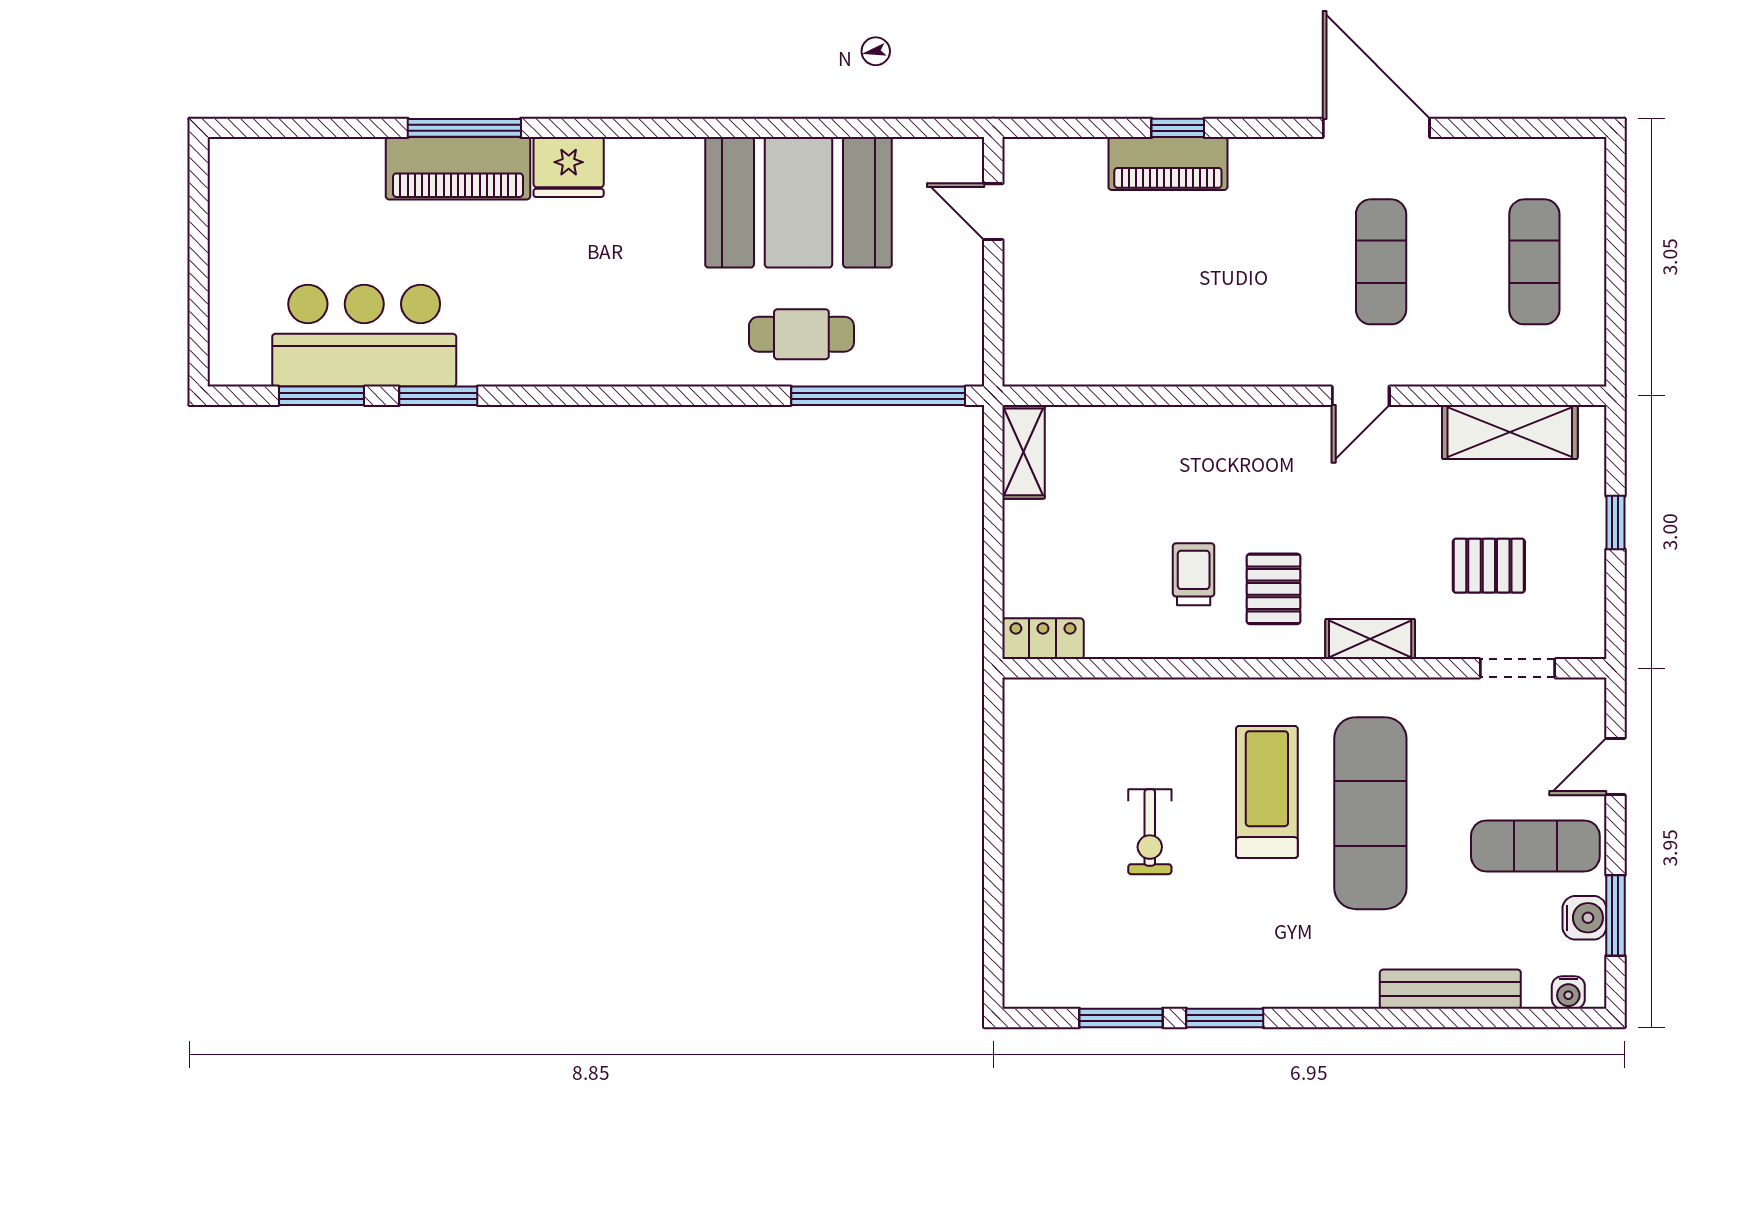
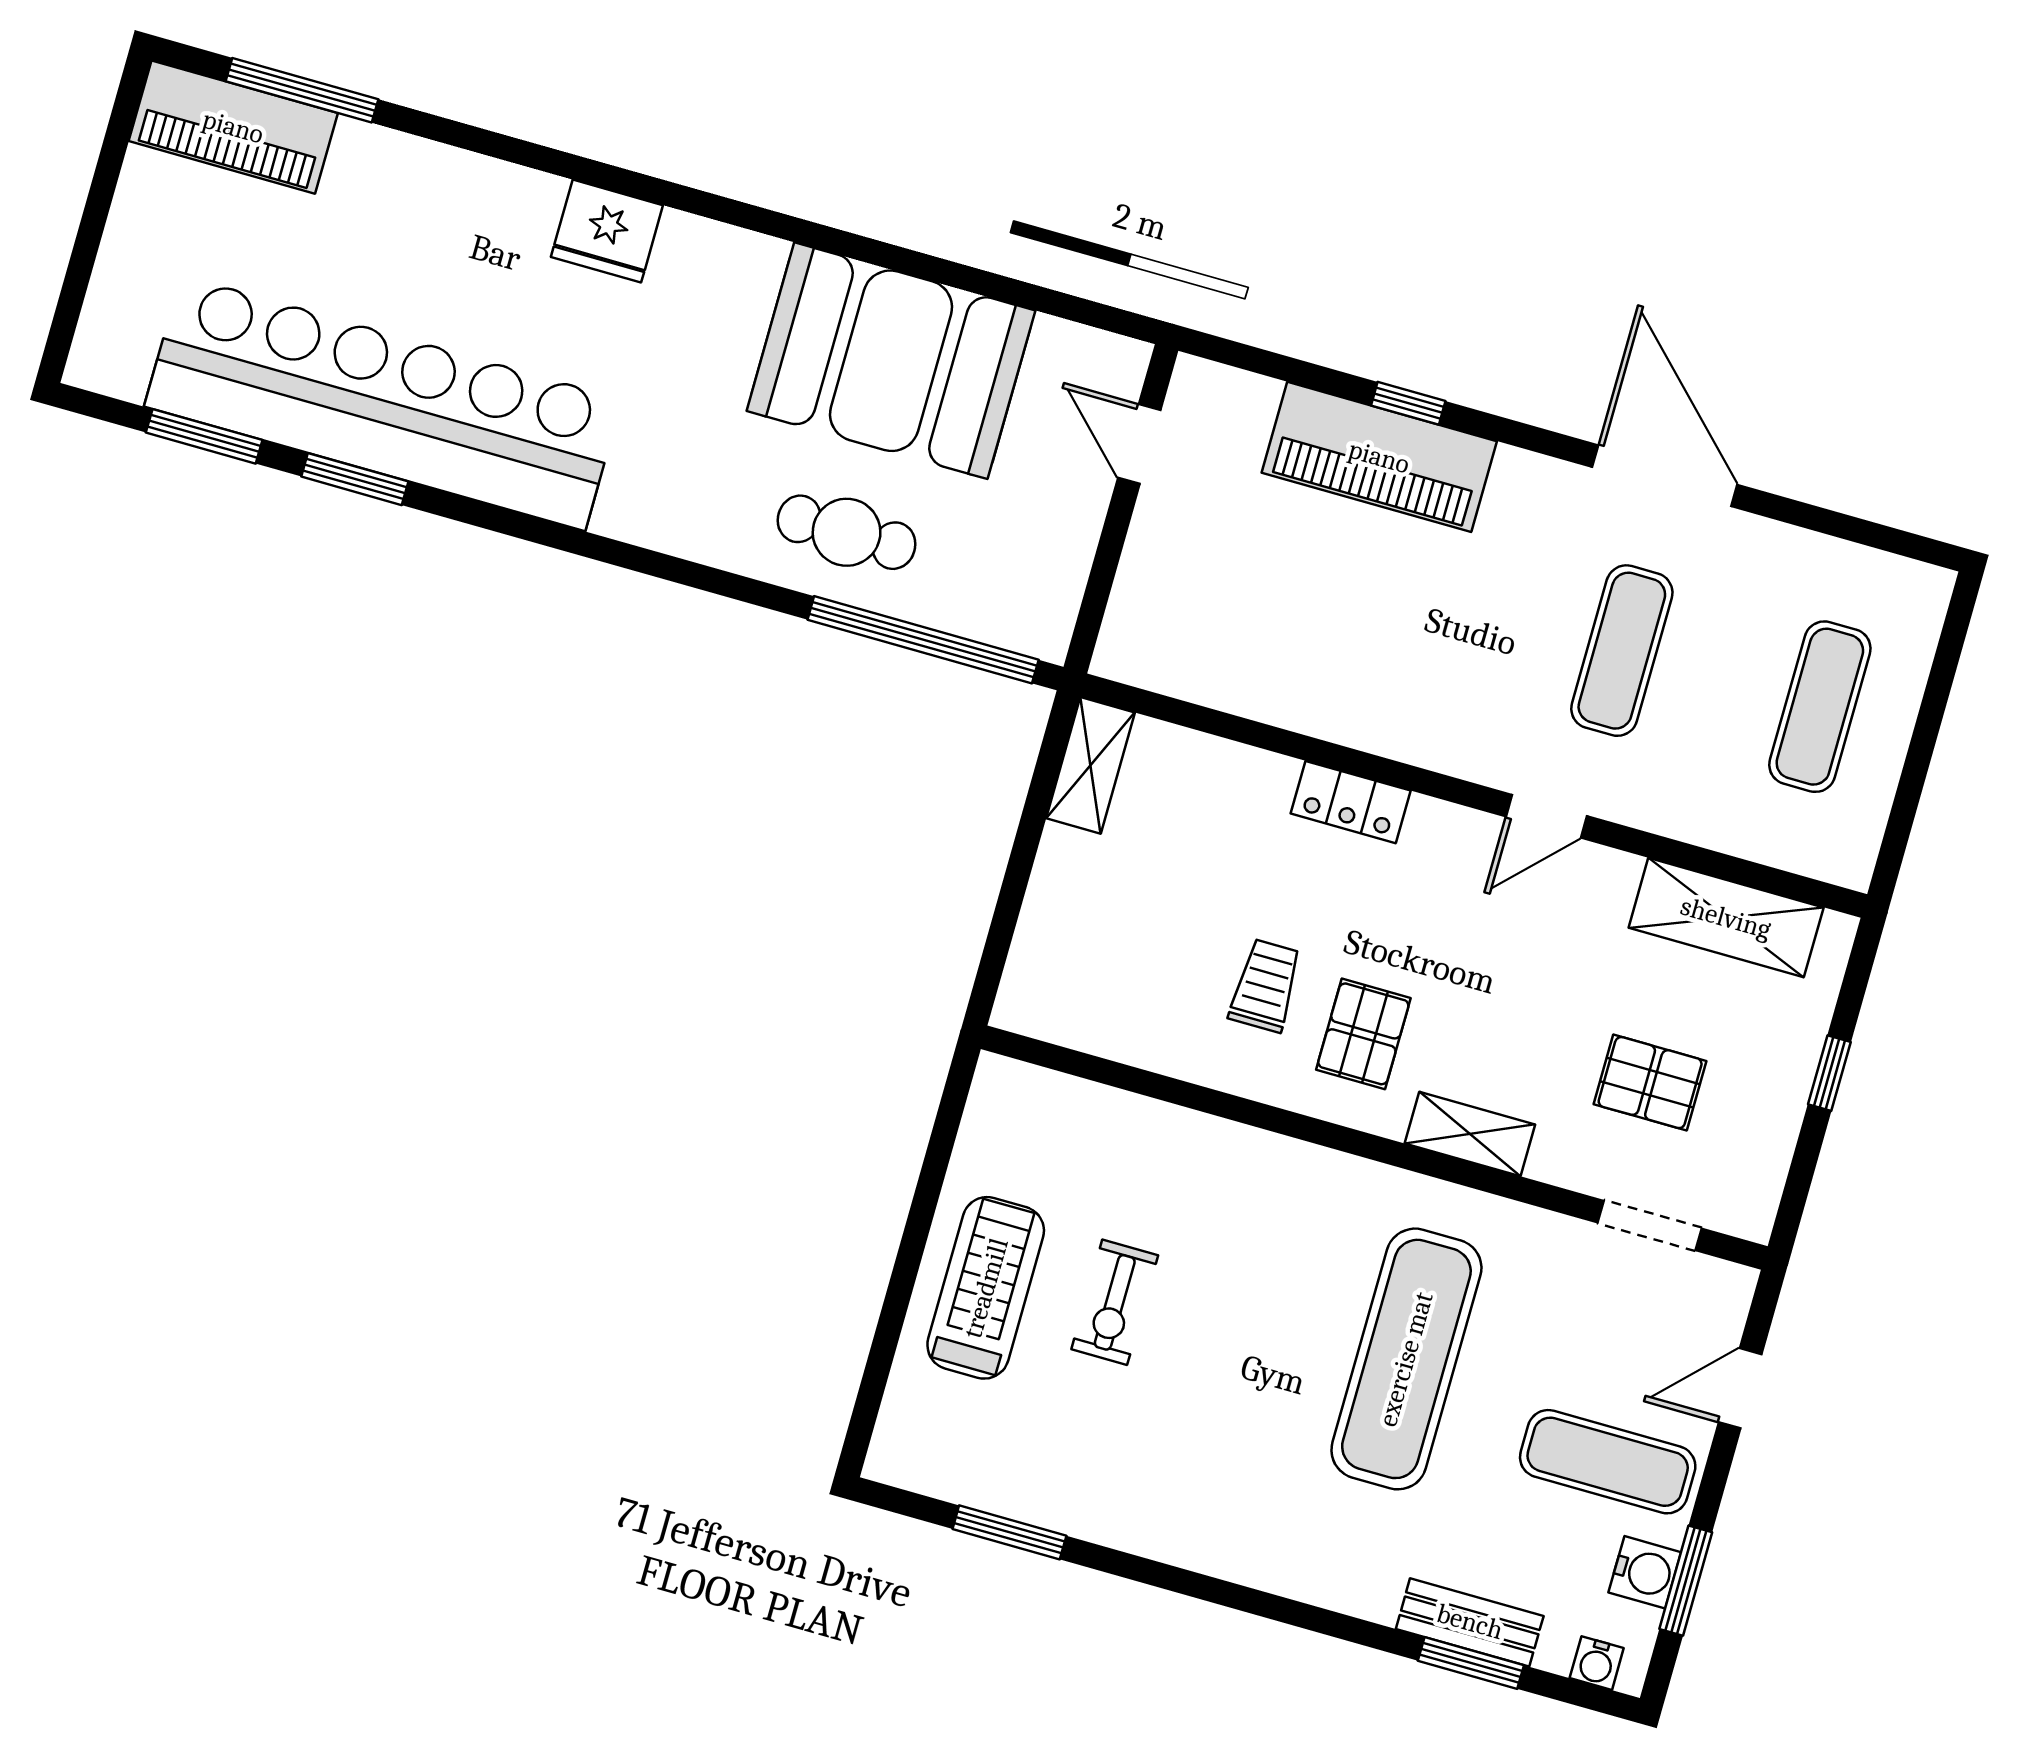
window: (464, 128) -> (302, 90), moved
piano: (1168, 164) -> (1379, 457), width x1.37, depth x1.33
piano: (458, 168) -> (233, 127), moved
bar counter: (364, 336) -> (383, 403), width x1.86
locker: (1043, 639) -> (1351, 802), moved, turned 180
treadmill: (1267, 792) -> (986, 1288), moved
bench: (1450, 989) -> (1470, 1622), width x0.73
window: (1225, 1018) -> (1471, 1663), moved

